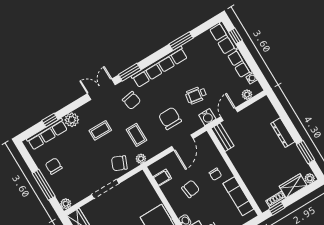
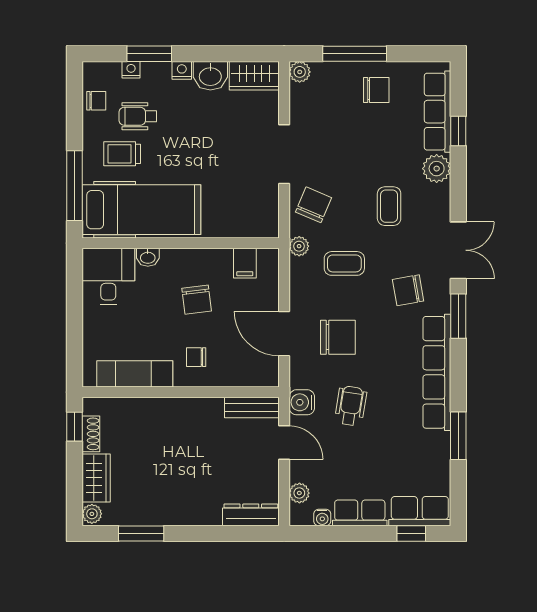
dresser: (283, 133) -> (251, 515), moved

